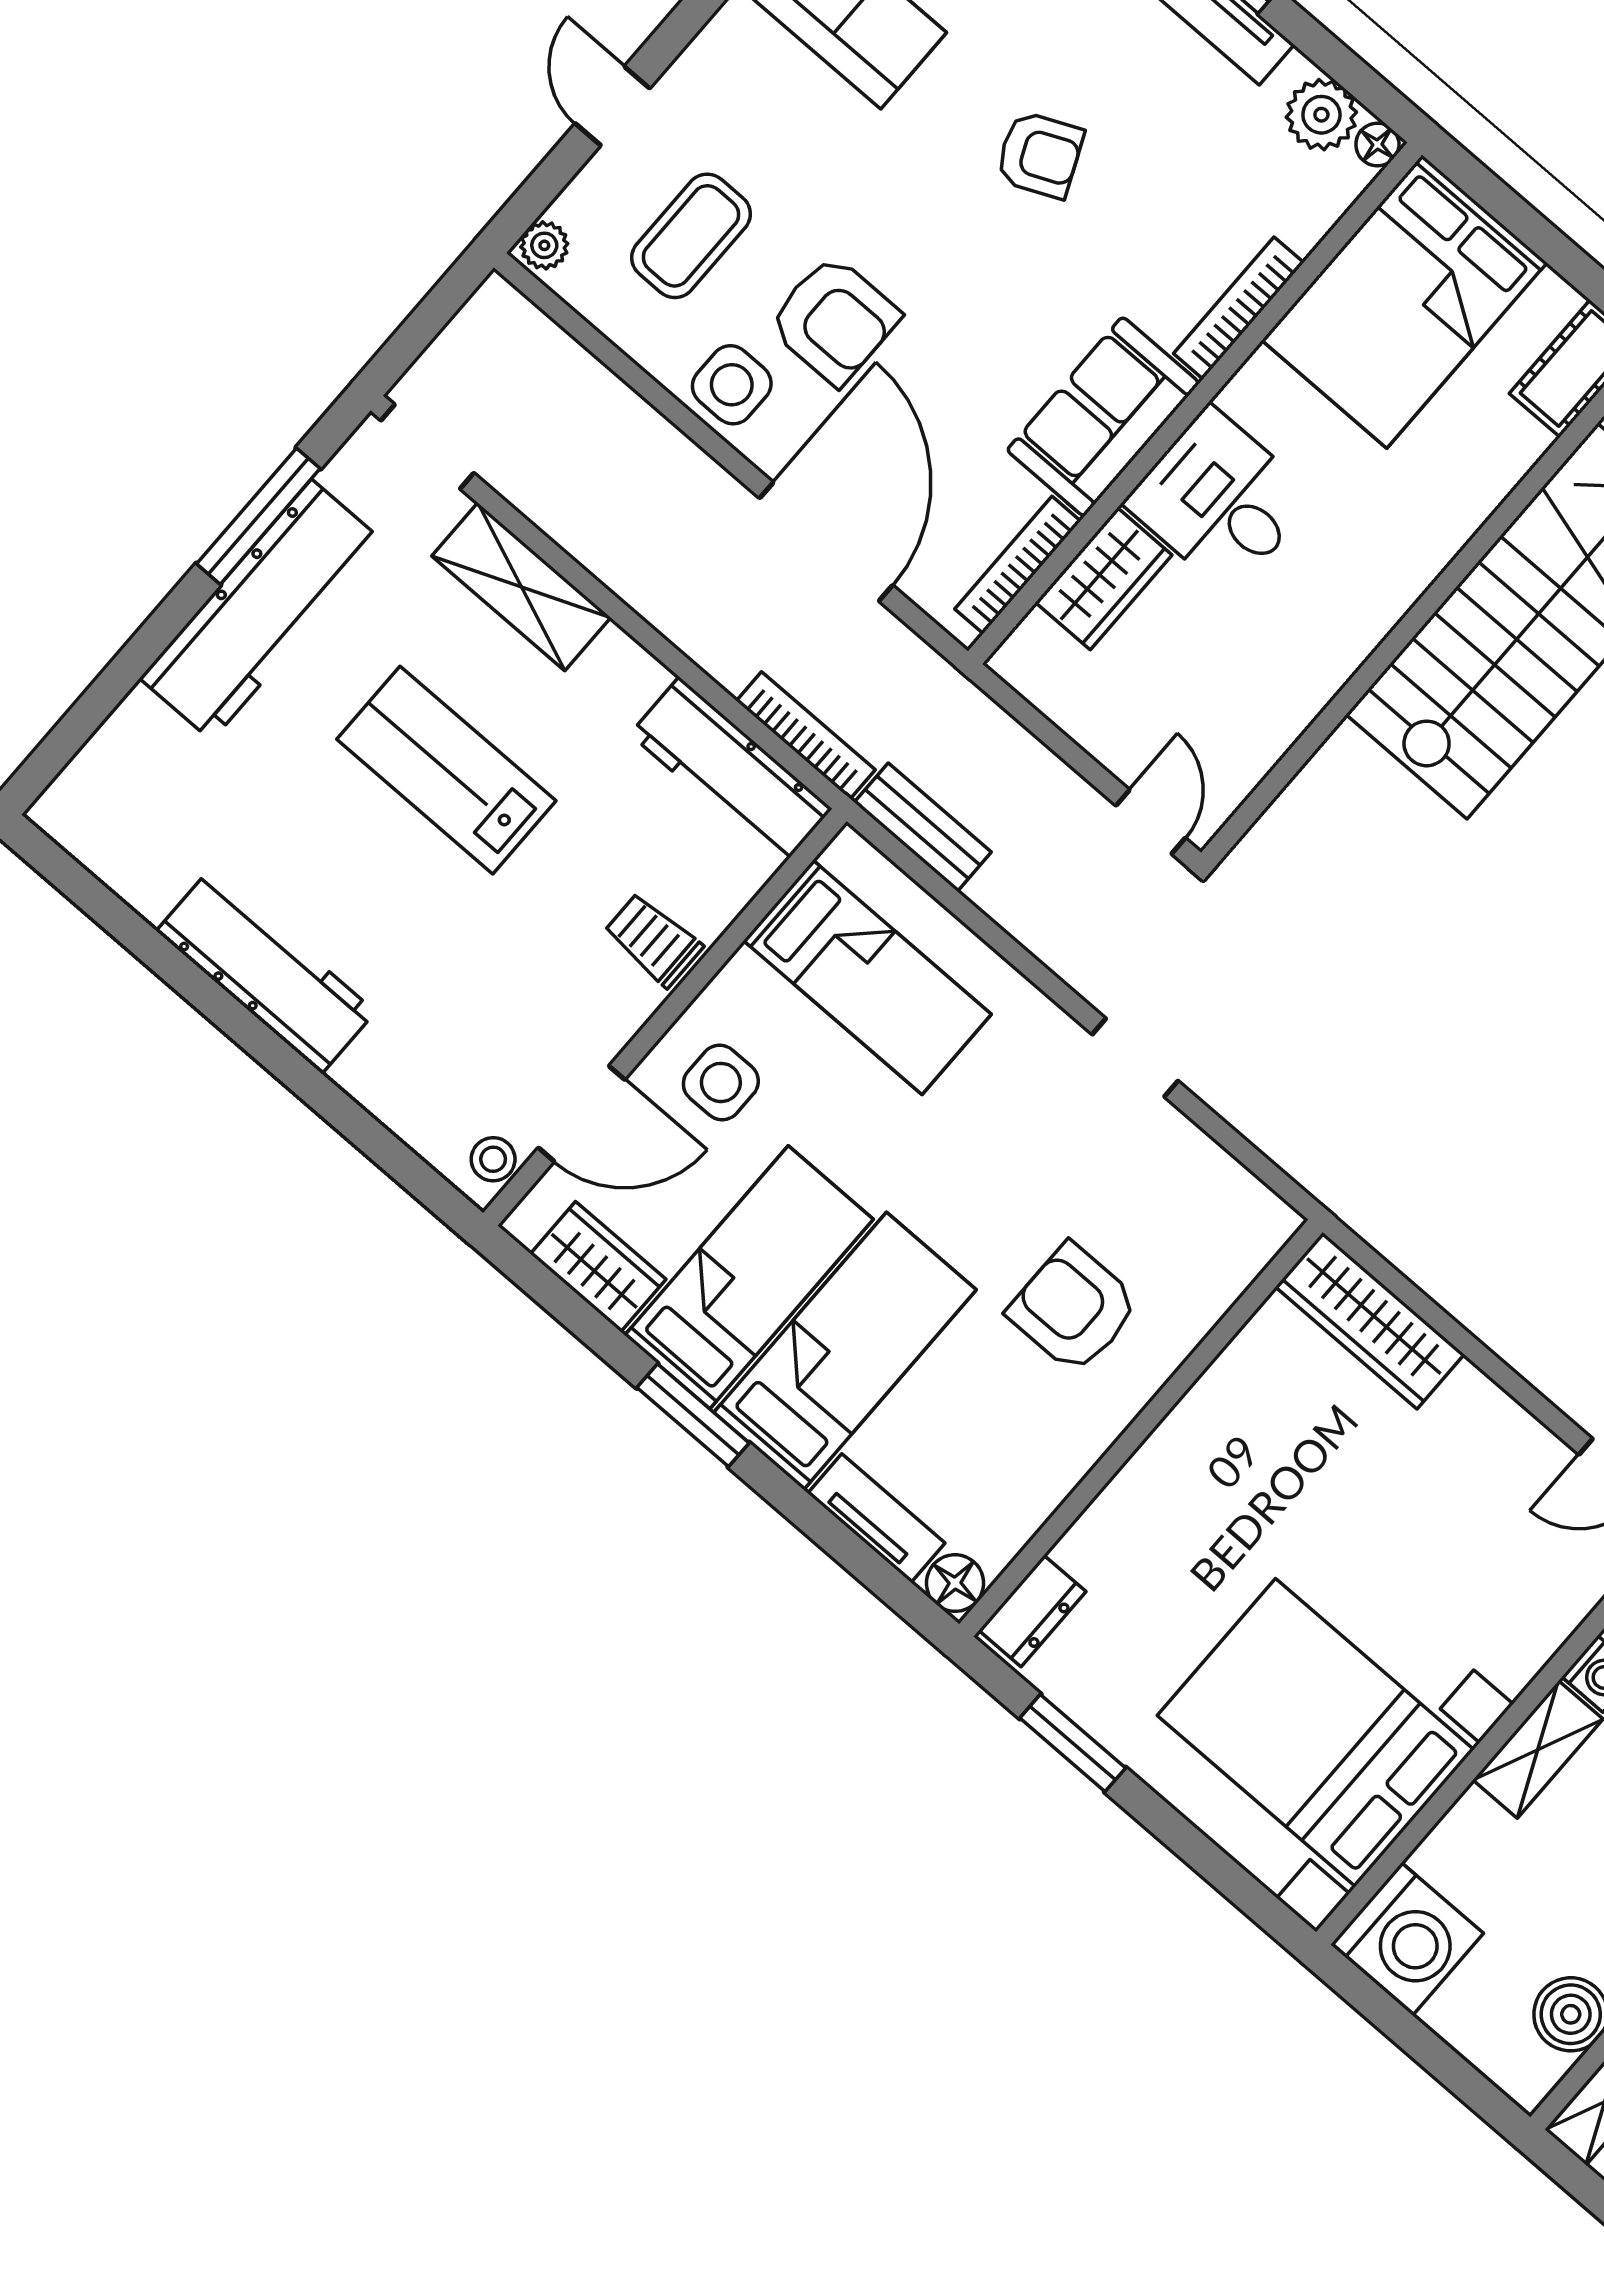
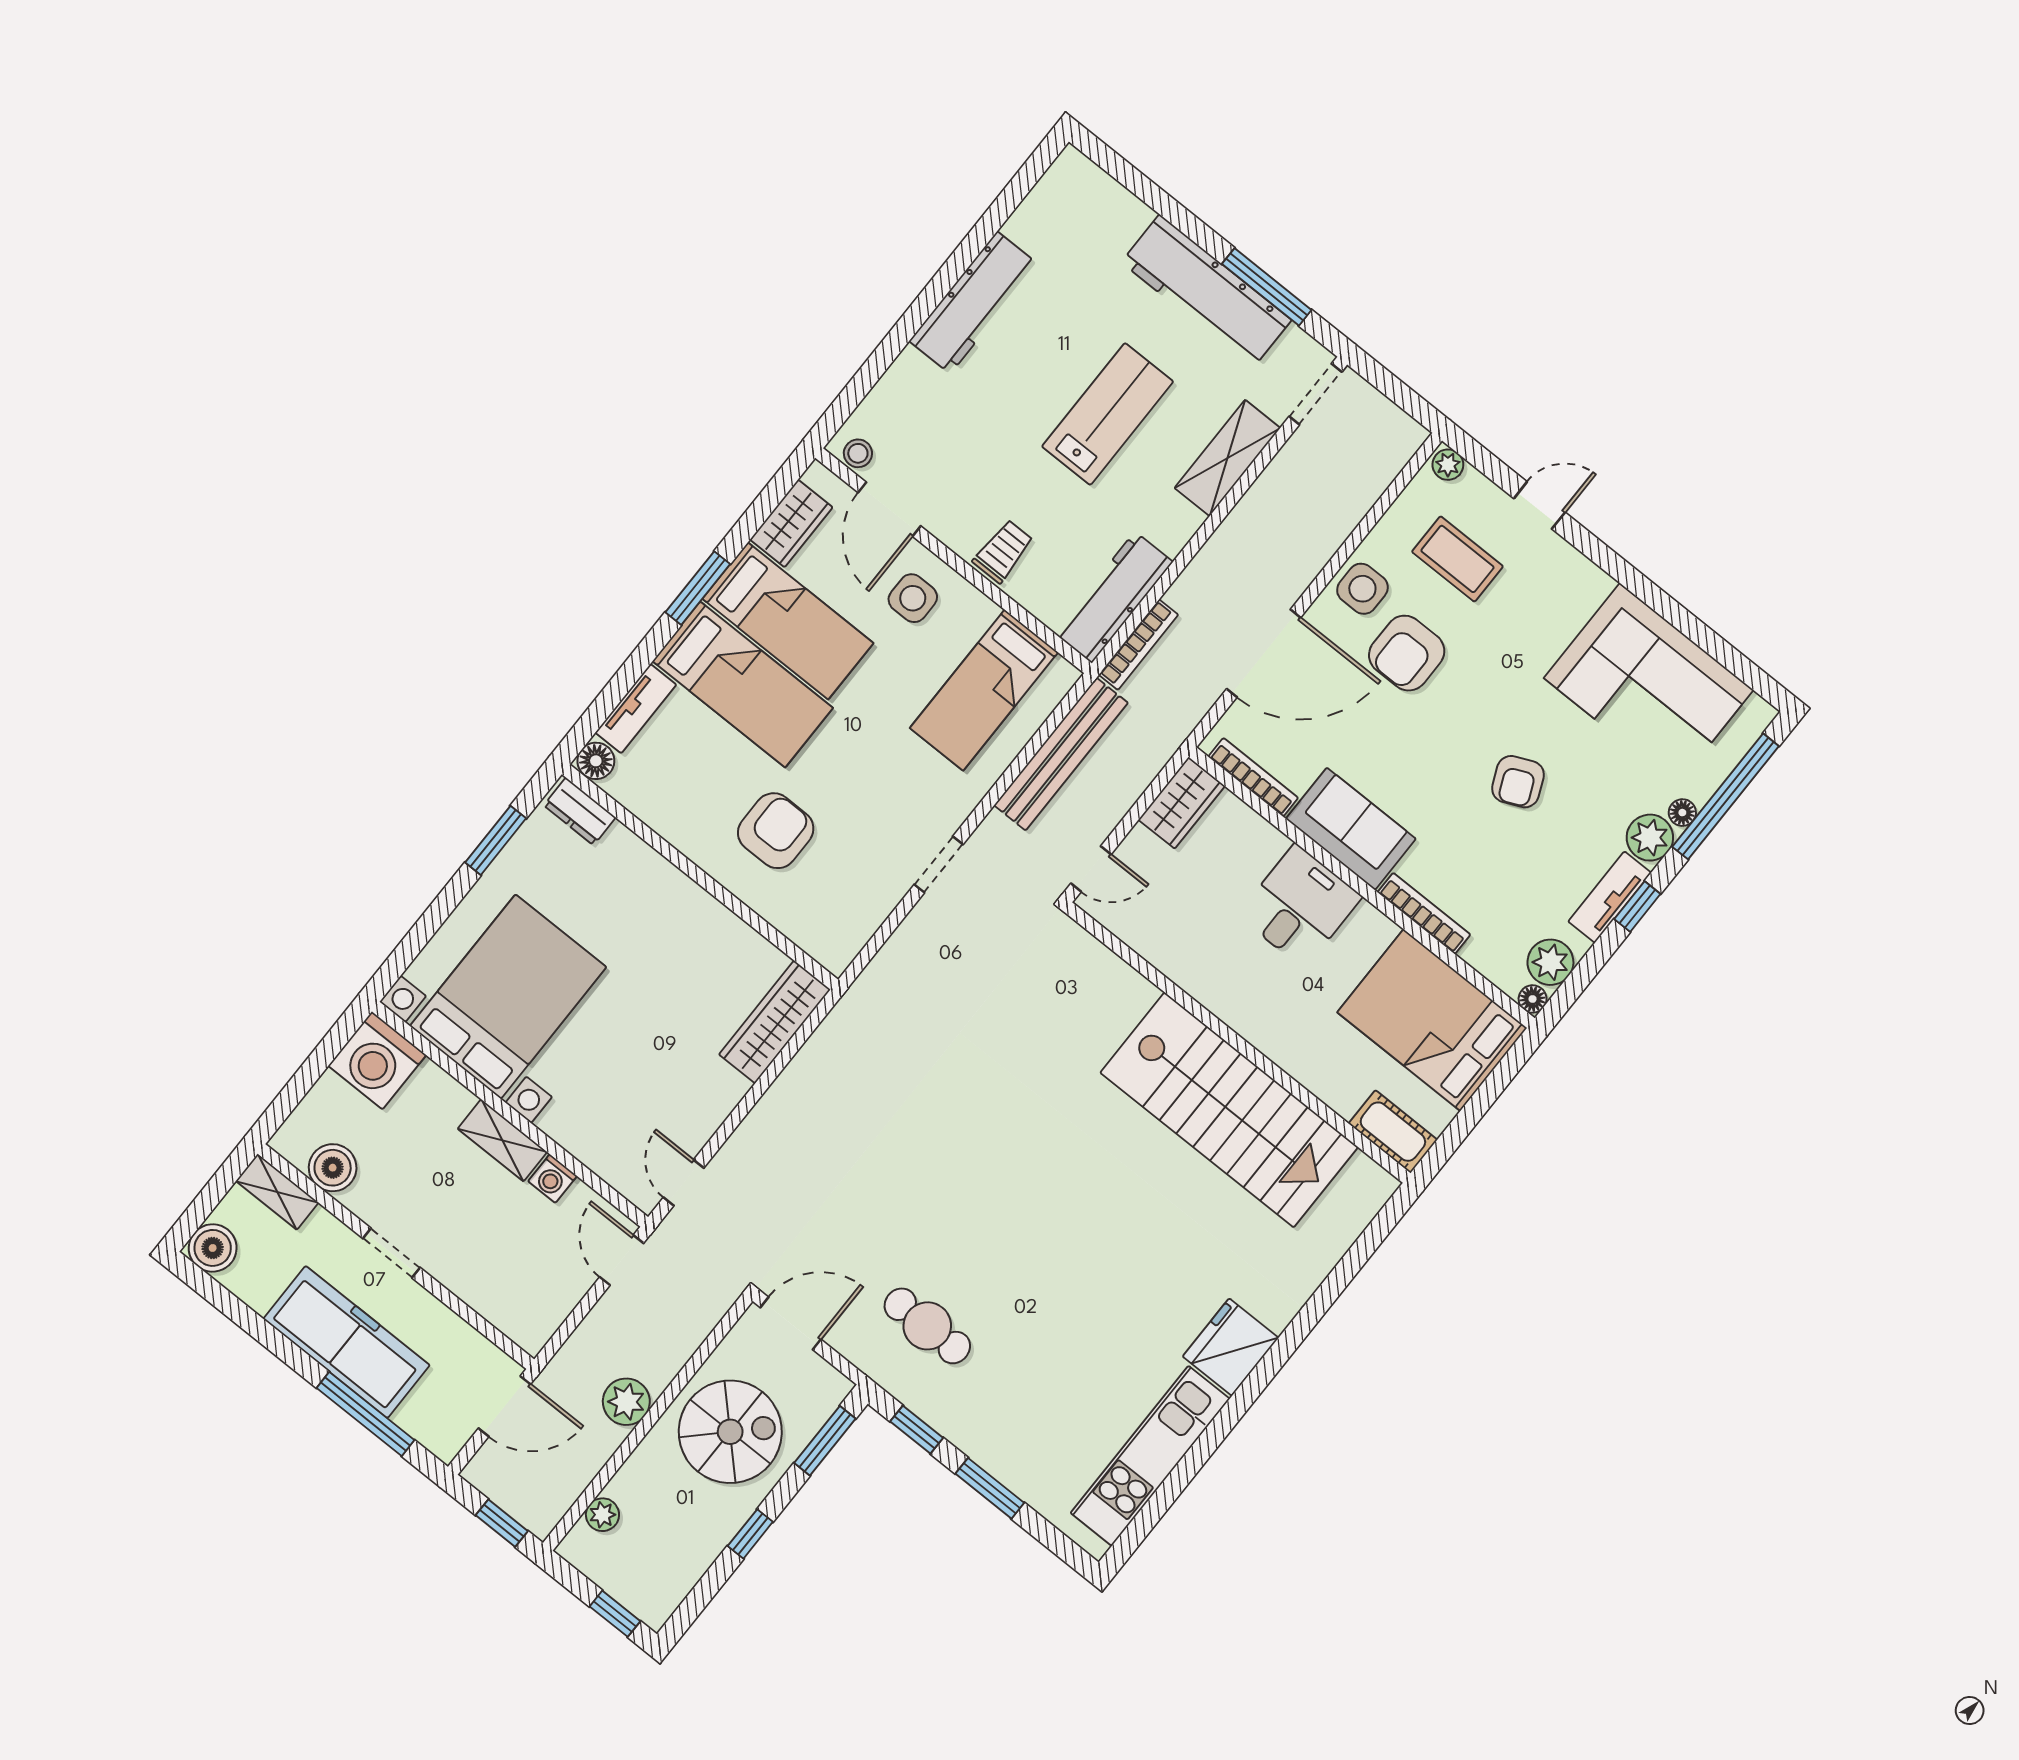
wardrobe: (1104, 579) -> (1182, 803), moved, turned -90
bench: (923, 827) -> (1061, 754), width x1.86, depth x1.21

